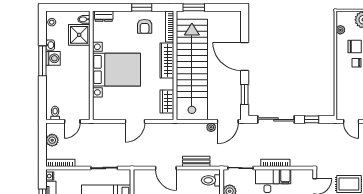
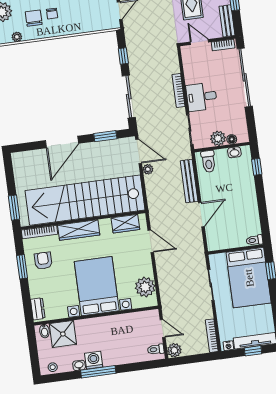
armchair: (145, 26) -> (43, 261), turned -90
plant: (110, 111) -> (145, 287), added
door: (135, 121) -> (151, 241), moved
plant: (52, 140) -> (174, 350), moved
bench: (196, 161) -> (189, 181), width x1.36
filing cabinet: (285, 177) -> (193, 77), removed

